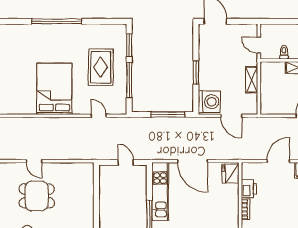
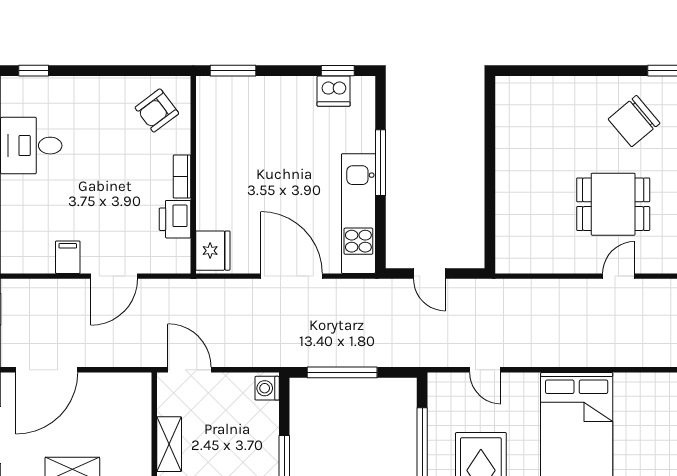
washing machine: (209, 102) -> (267, 388), width x0.53, depth x0.53
door: (231, 116) -> (190, 370), moved
door: (34, 161) -> (619, 276), hinge flipped

